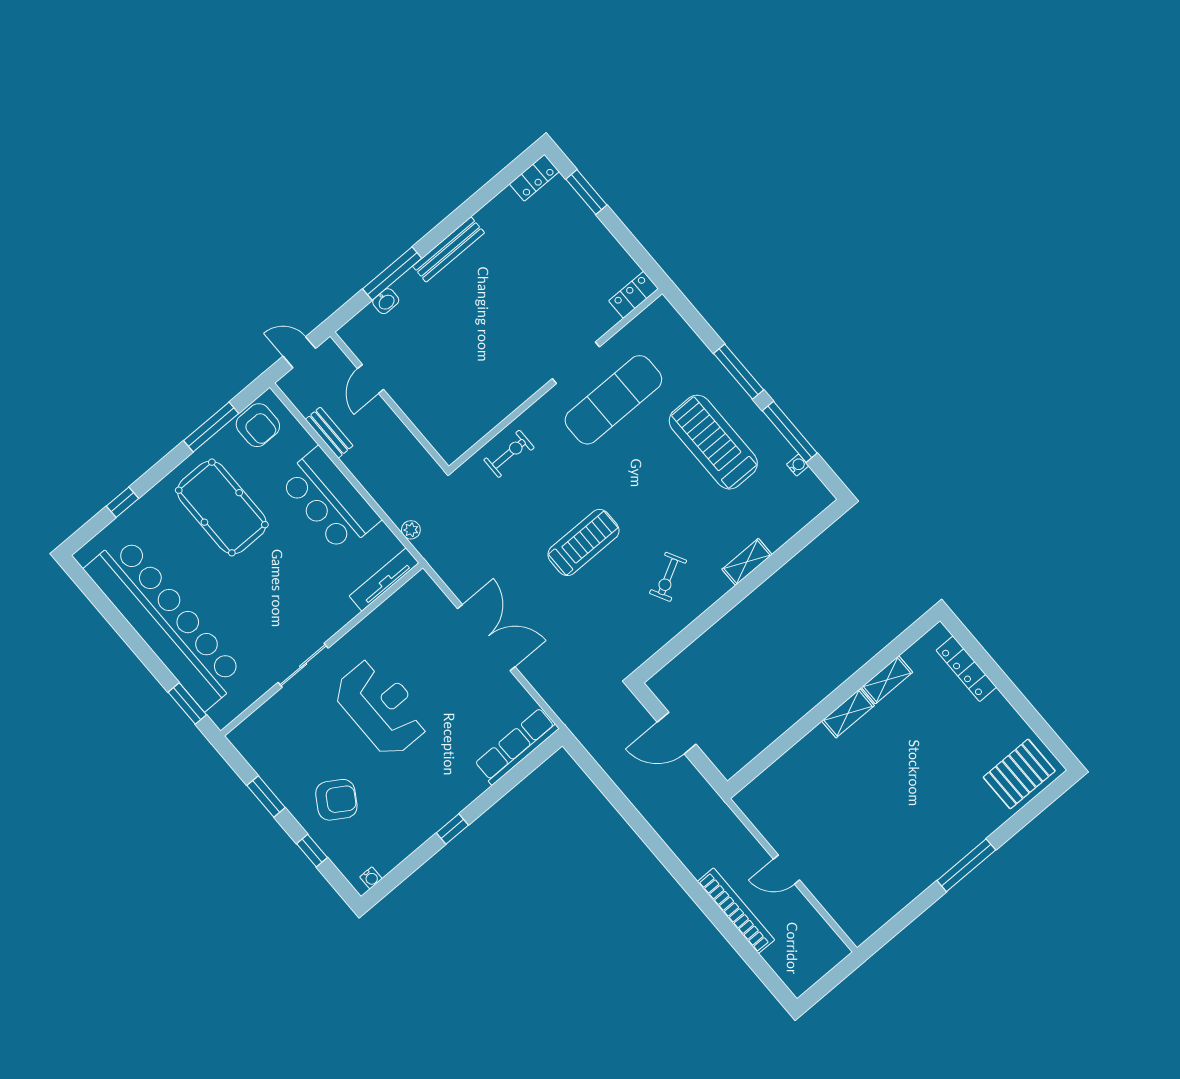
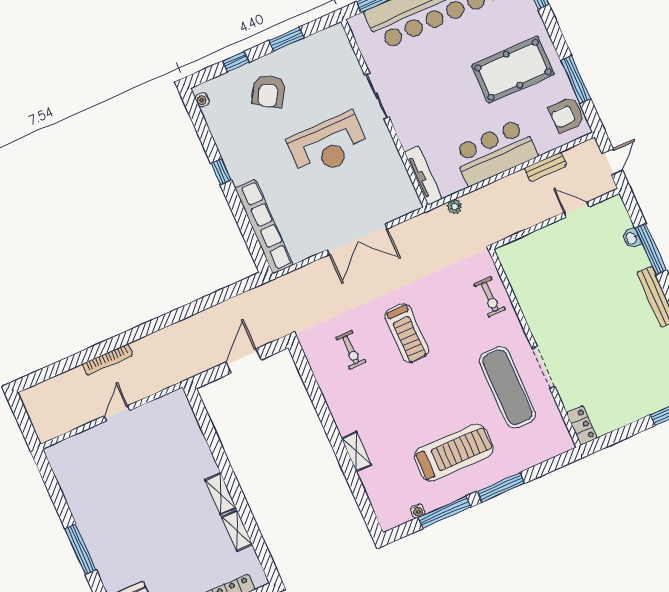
exercise bike: (668, 577) -> (351, 350), moved, turned -152
row of seats: (516, 746) -> (264, 227), width x1.36
bookcase: (736, 911) -> (107, 360), width x0.68, depth x0.76

